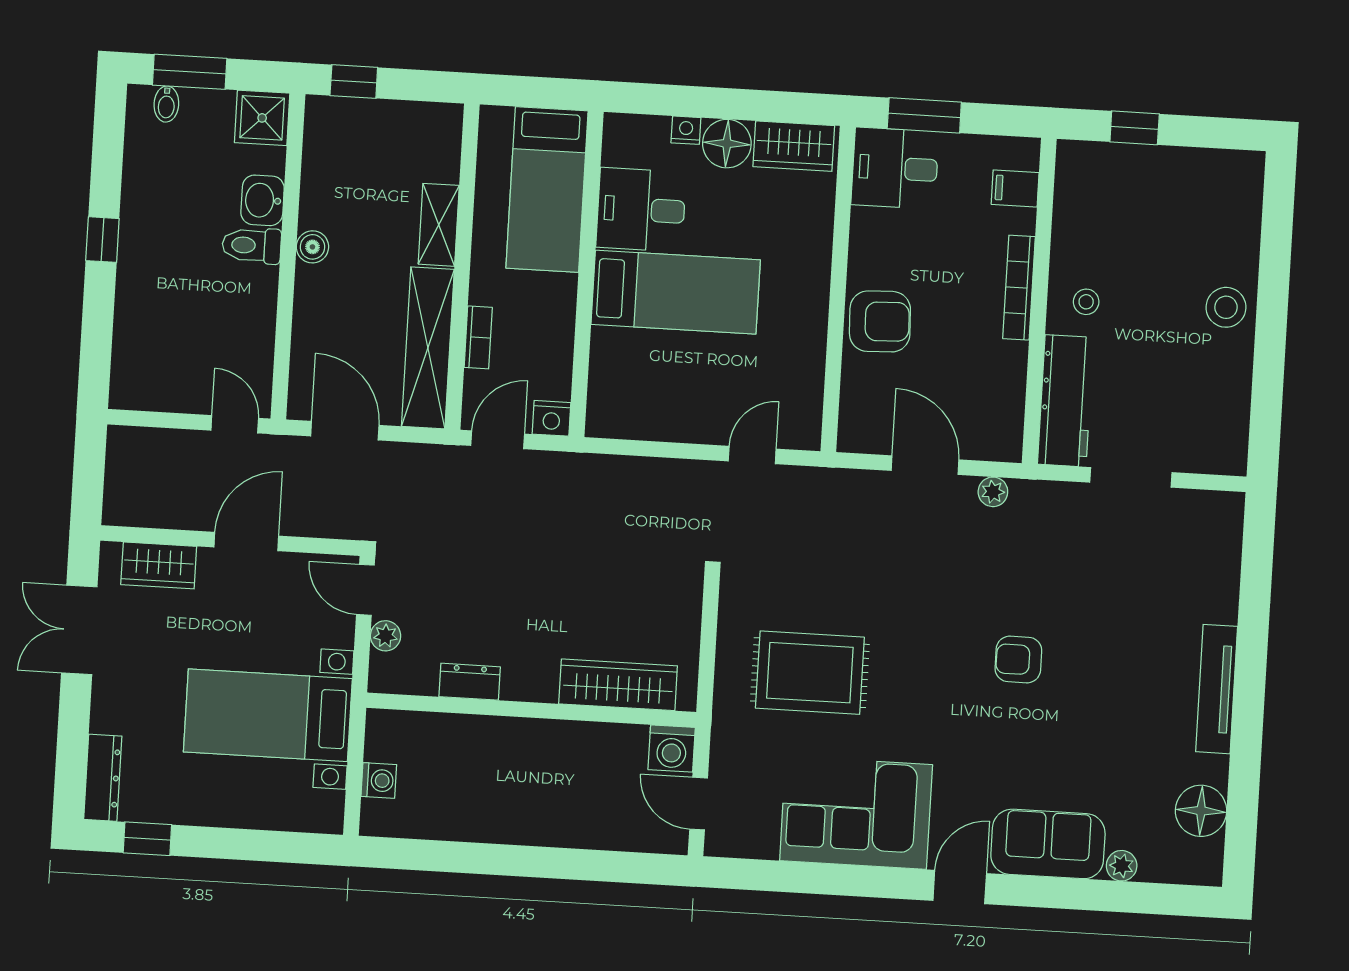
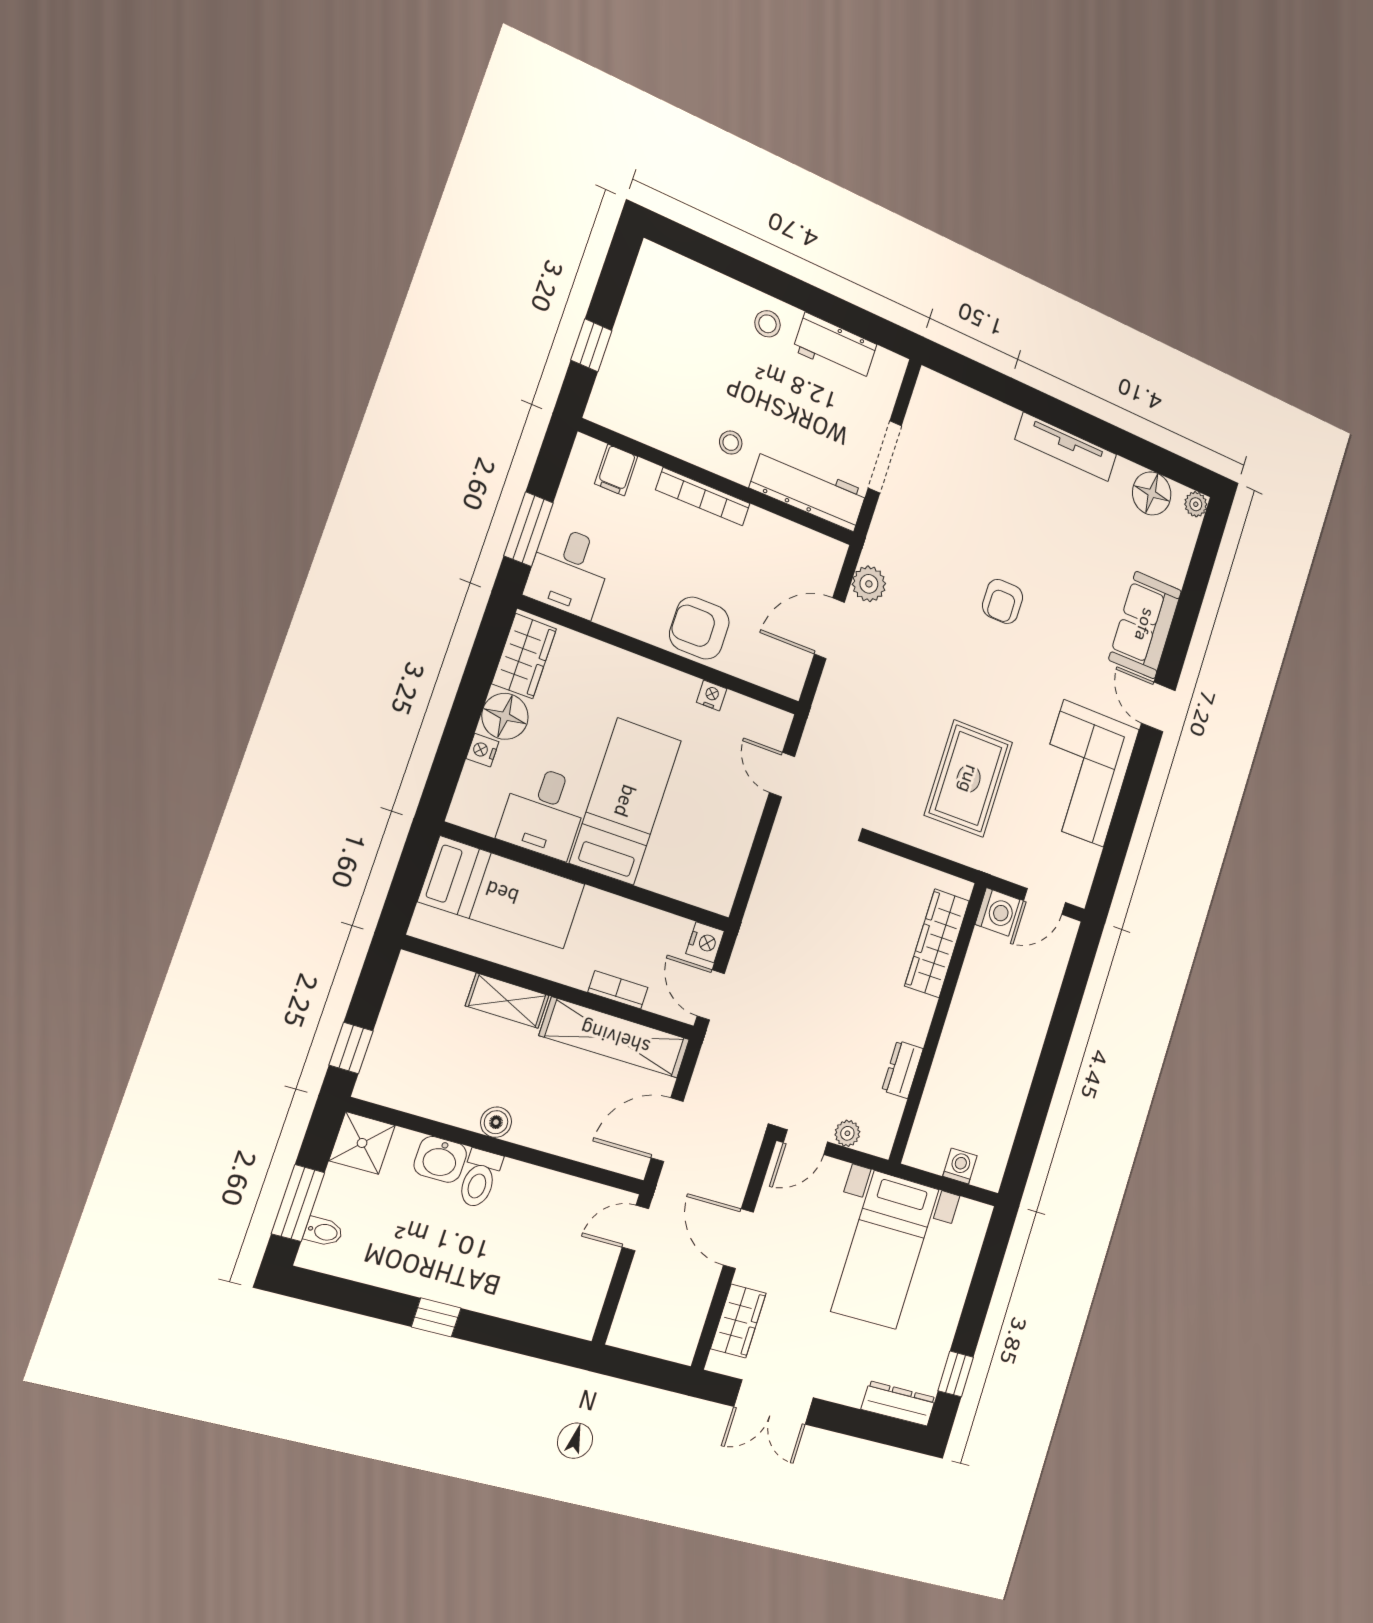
stool: (1226, 307) -> (768, 324), width x0.73, depth x0.73
armchair: (880, 321) -> (699, 628), turned -88
nightstand: (813, 354) -> (712, 695), added
workbench: (1228, 388) -> (835, 347), added
plant: (993, 492) -> (869, 584), width x1.38, depth x1.38
plant: (1122, 866) -> (1196, 504), moved

